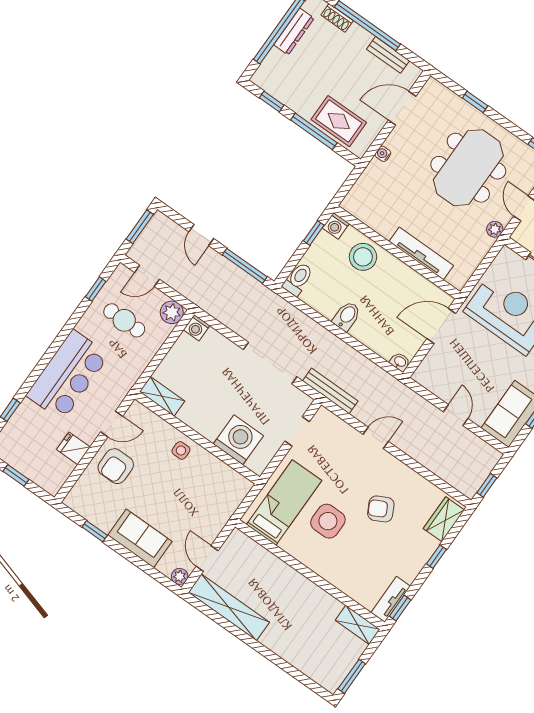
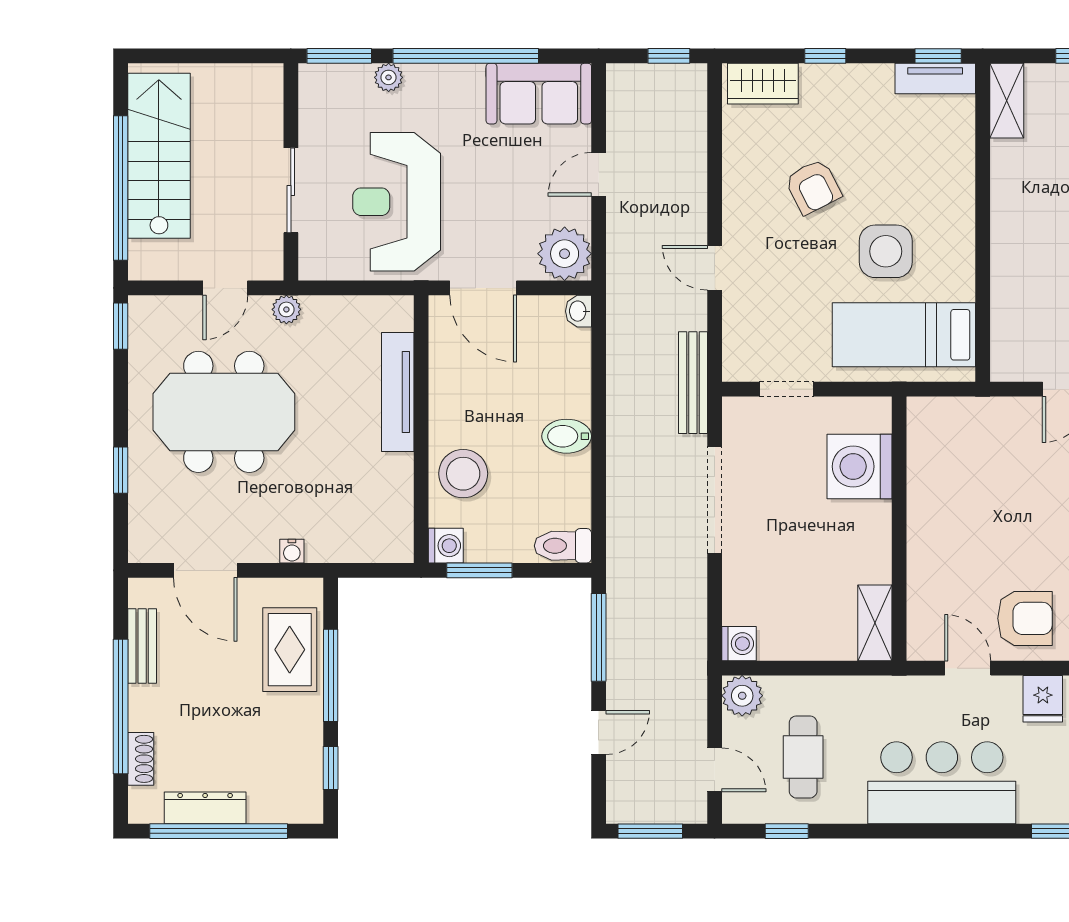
window: (314, 233) -> (479, 570), width x1.50
plant: (430, 374) -> (565, 254), added
side table: (181, 450) -> (935, 539), removed

